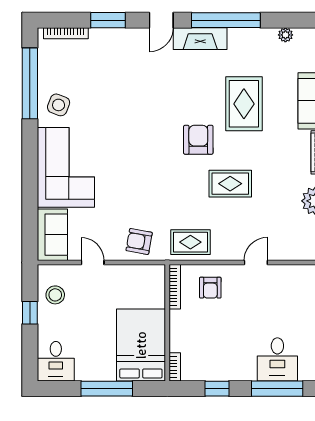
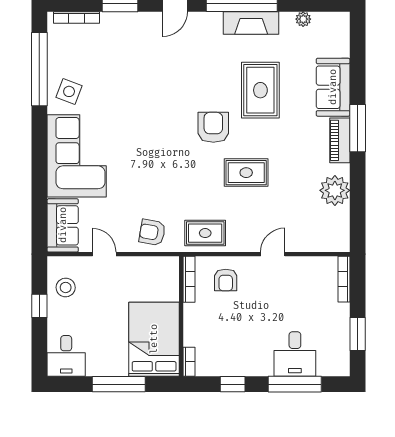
fireplace: (200, 39) -> (251, 23), moved

